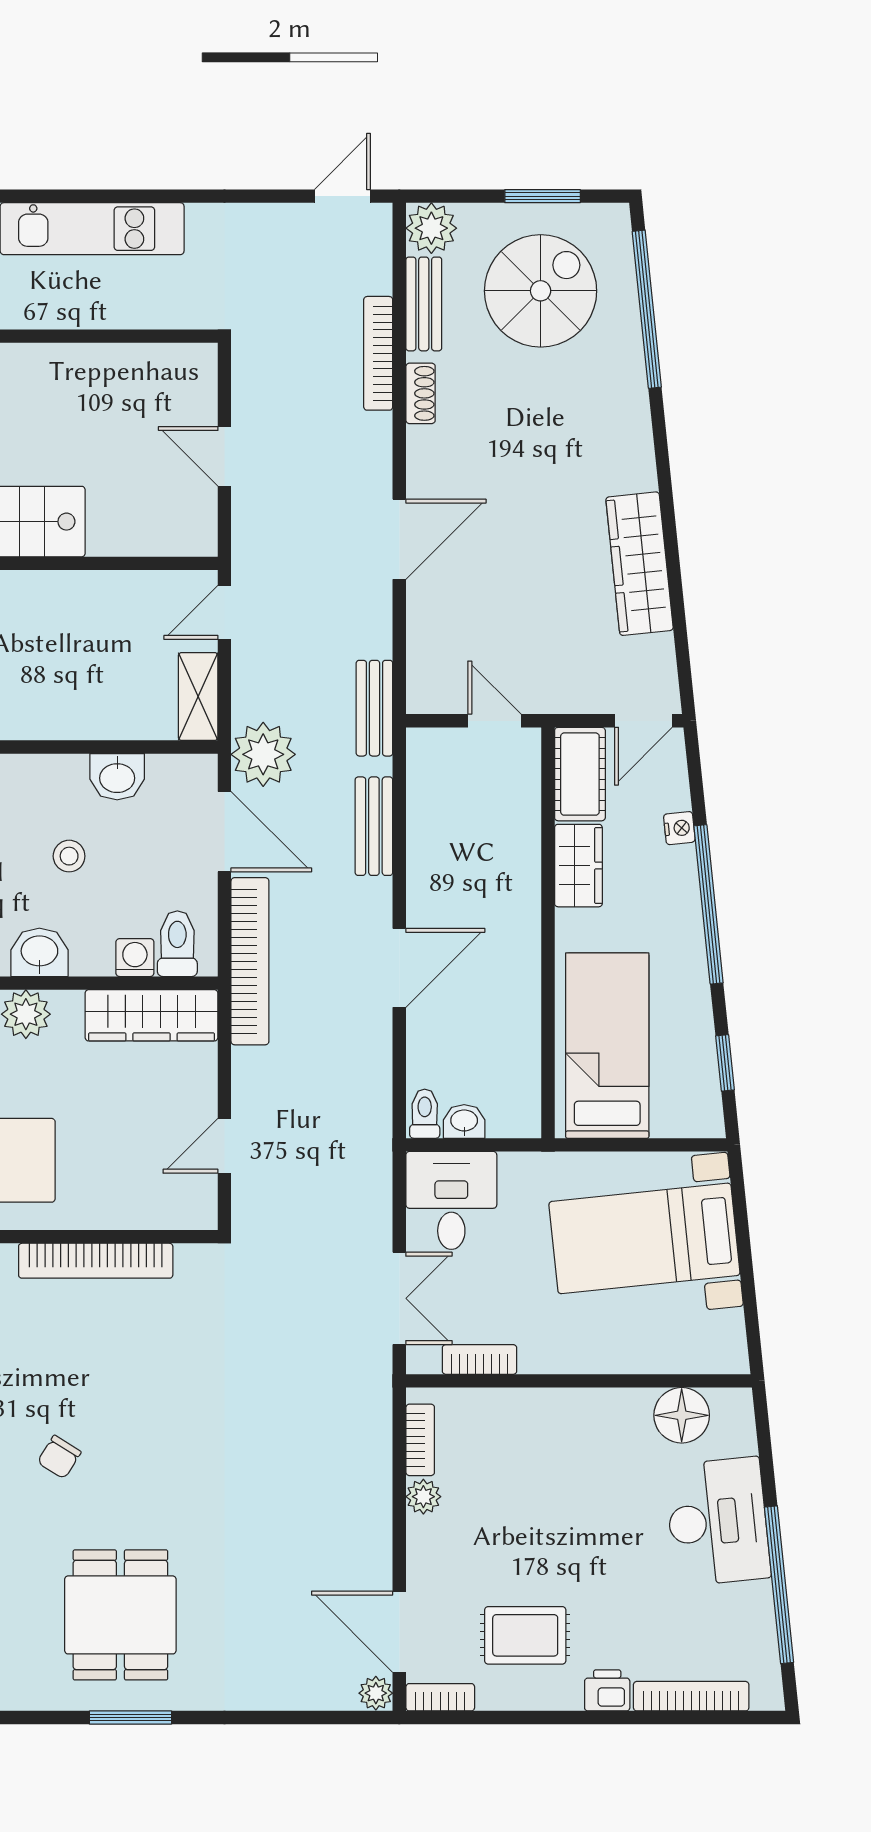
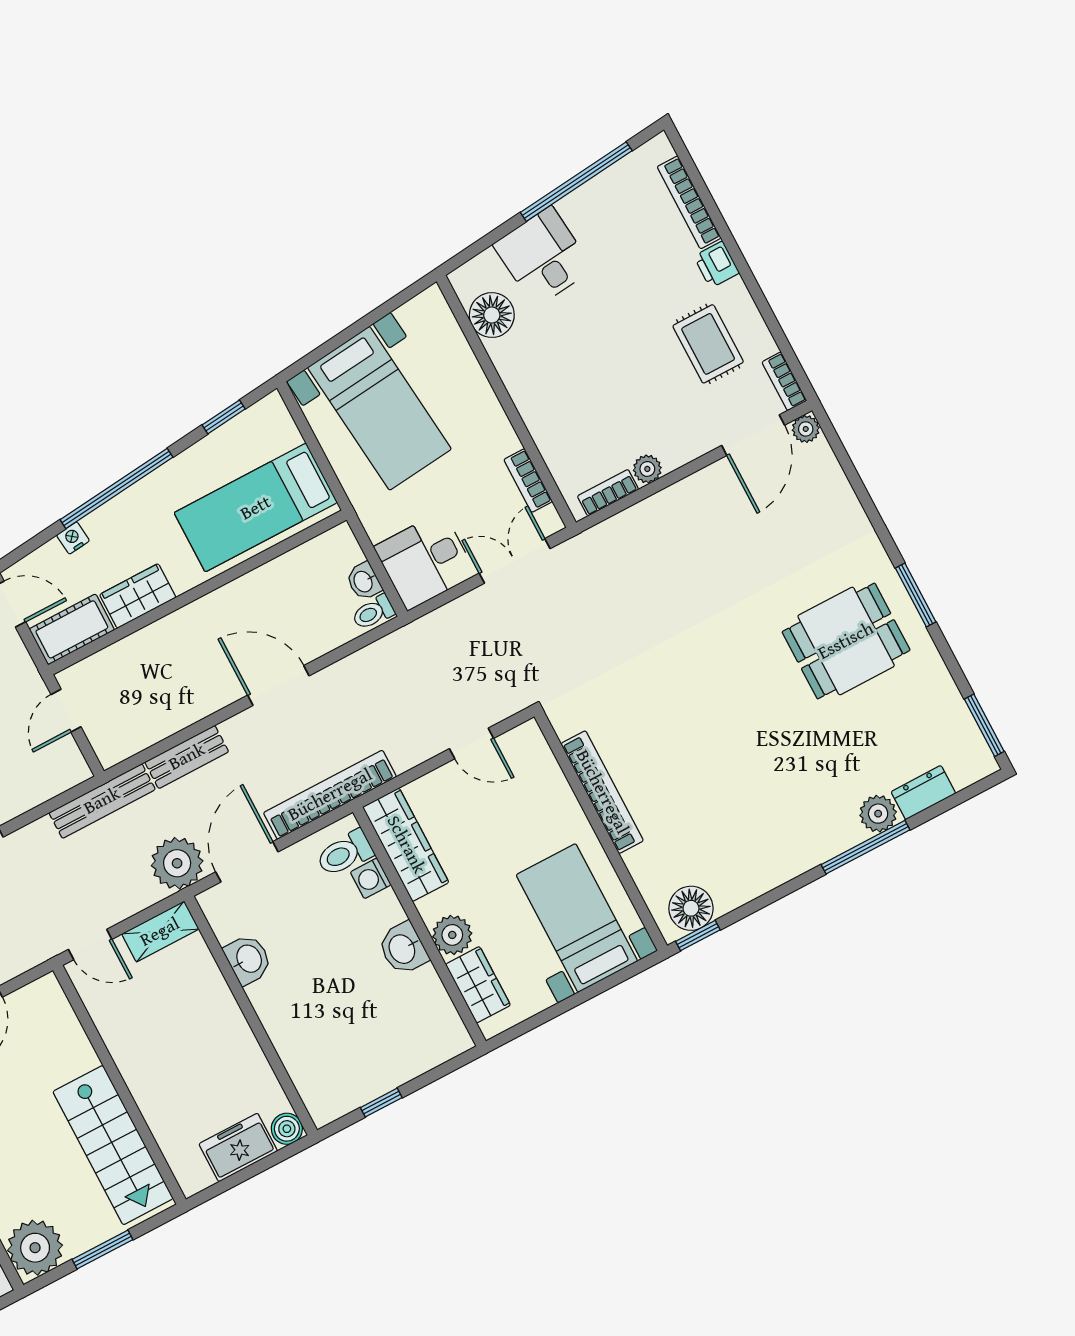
bench: (374, 708) -> (102, 801), width x1.36
stool: (69, 856) -> (323, 964), removed
chair: (59, 1457) -> (756, 744), removed
desk: (718, 1522) -> (543, 257), width x0.73

